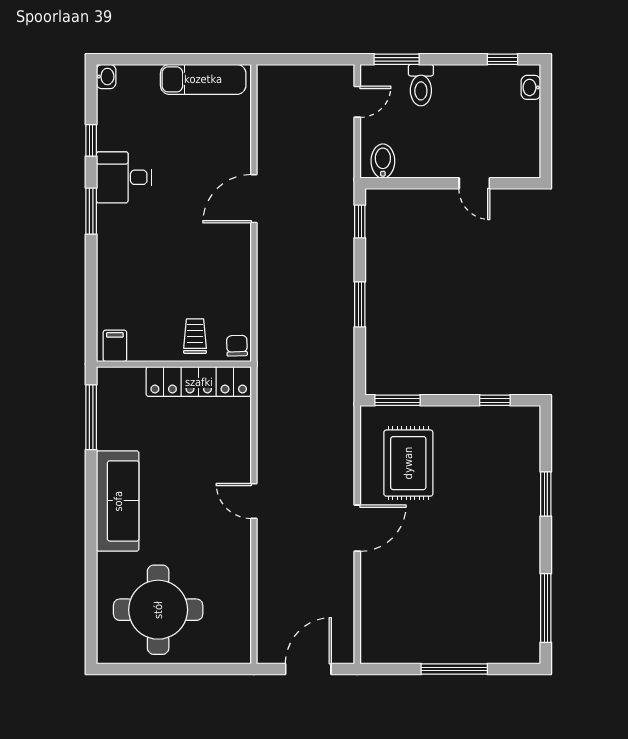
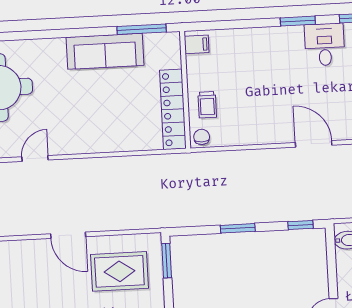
trolley: (195, 336) -> (207, 105), turned 90
chair: (237, 346) -> (202, 137), turned -88
sofa: (118, 501) -> (105, 51), moved
door: (254, 501) -> (35, 158), moved

